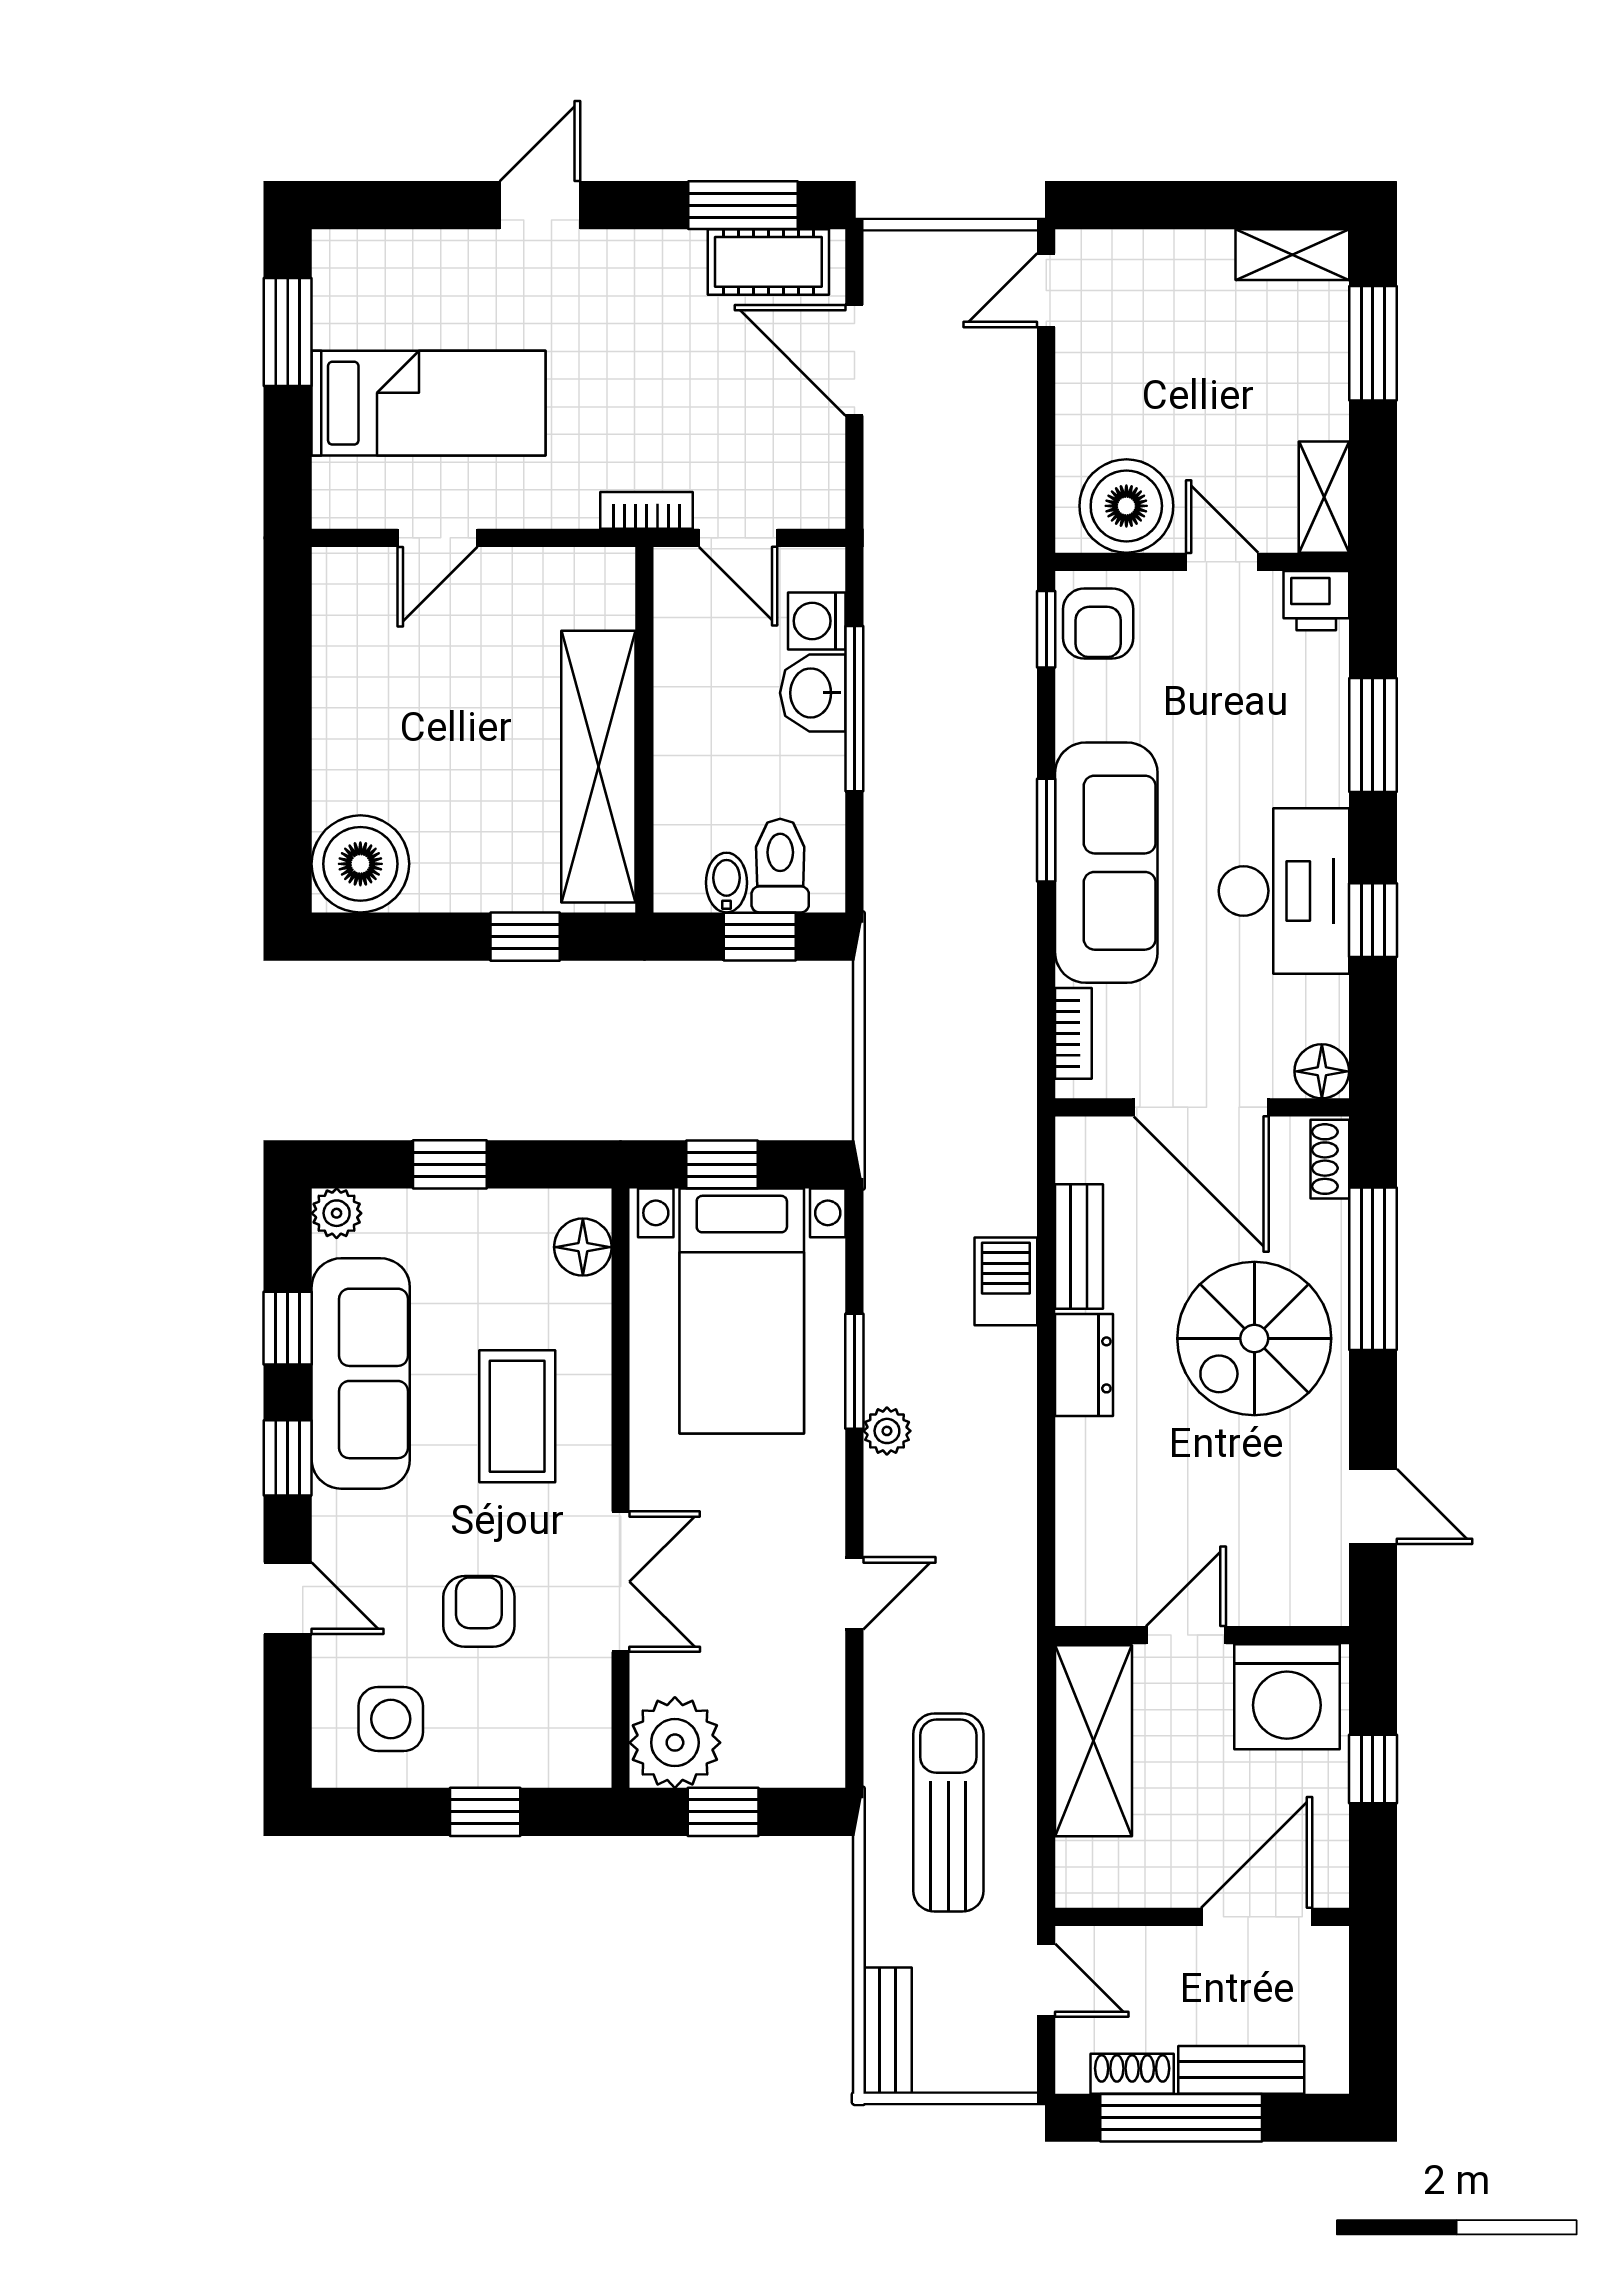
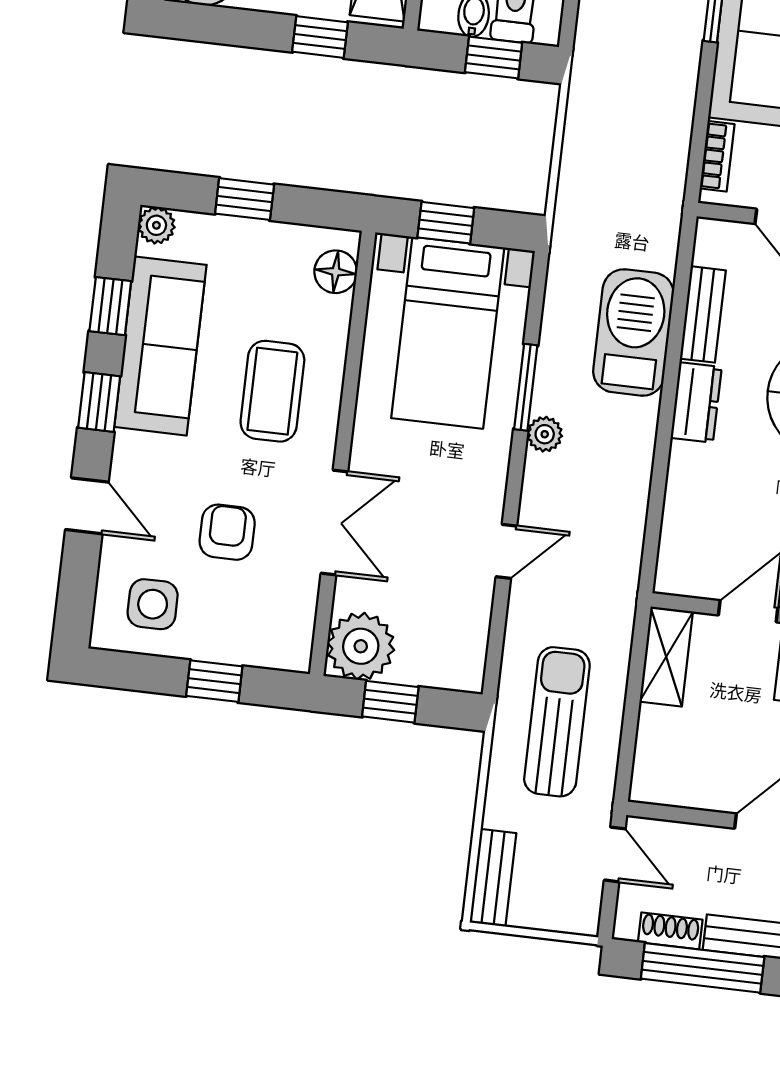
barbecue: (1006, 1281) -> (633, 332), width x1.88, depth x1.53
shelving: (1093, 1741) -> (666, 657), width x0.67, depth x0.75

